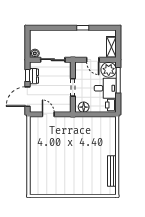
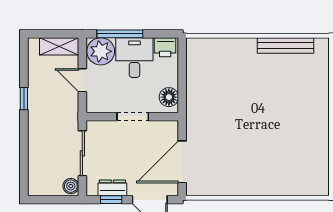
door: (93, 60) -> (82, 80), swing flipped
door: (48, 114) -> (182, 162), width x1.88

